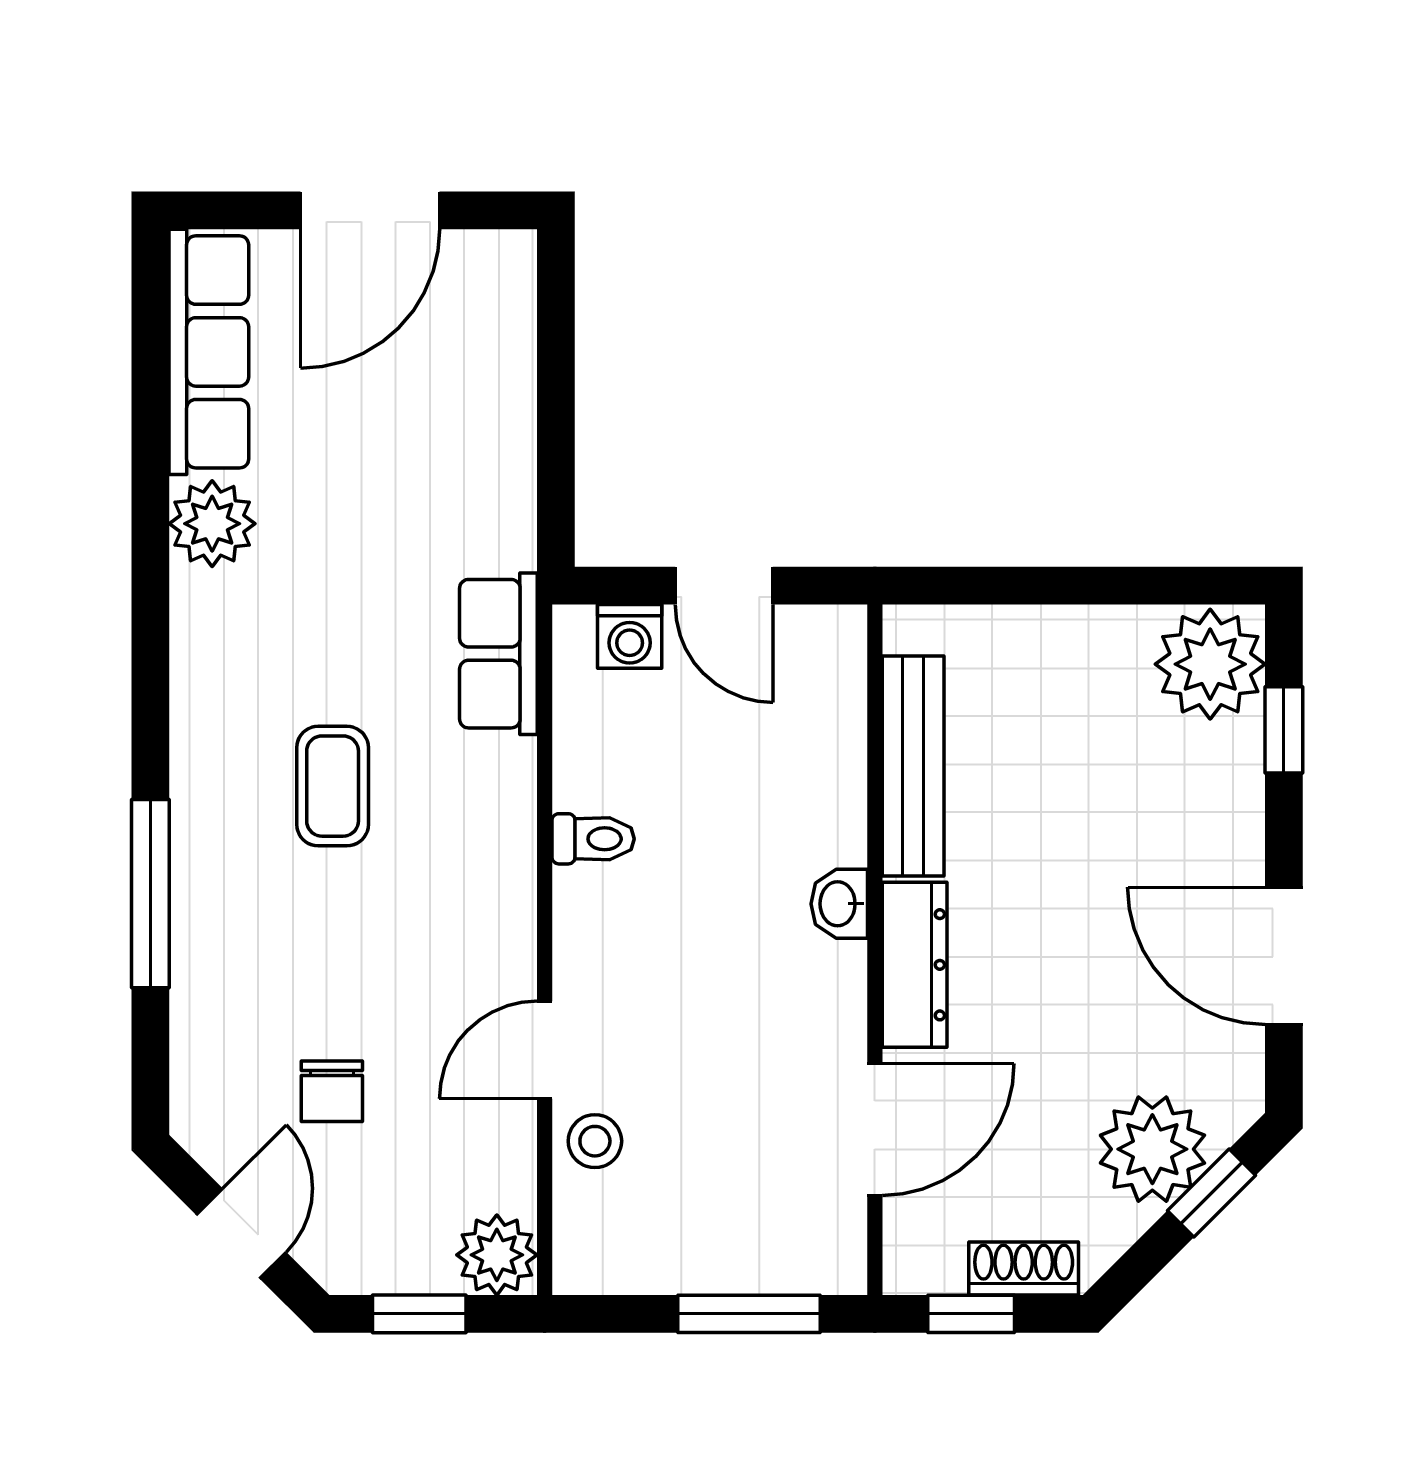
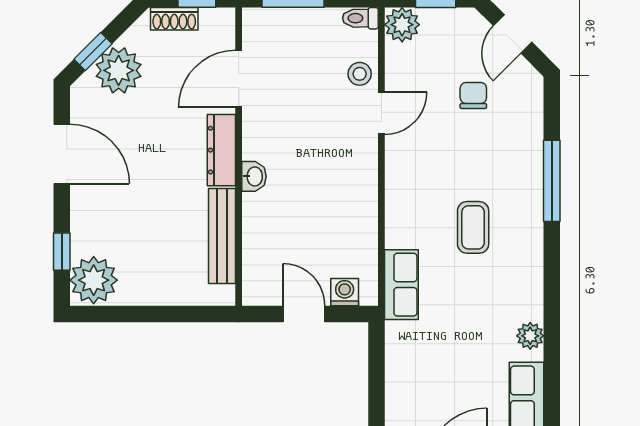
plant: (212, 524) -> (530, 336), width x0.73, depth x0.73
toilet: (593, 839) -> (360, 18), moved

